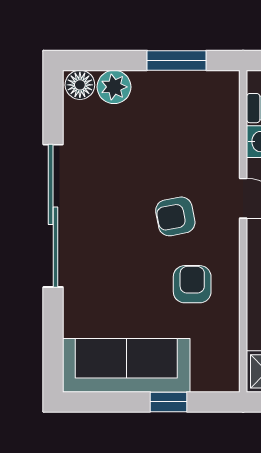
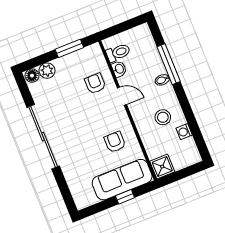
armchair: (175, 216) -> (95, 83), moved, turned 101
sofa: (126, 365) -> (122, 180), moved

